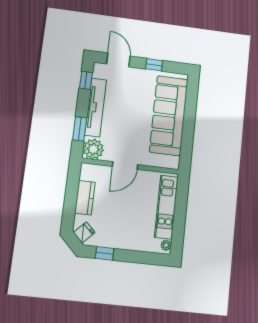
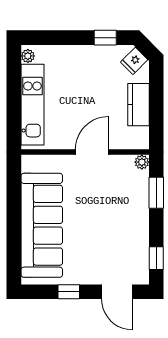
tv unit: (96, 107) -> (139, 224), removed
plant: (93, 149) -> (142, 162), width x0.53, depth x0.53

